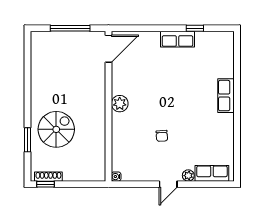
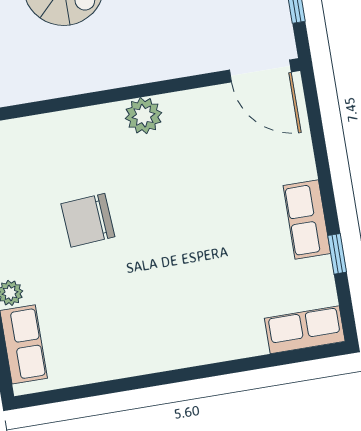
row of seats: (226, 96) -> (305, 330), moved
chair: (162, 136) -> (88, 220), width x1.87, depth x1.87

